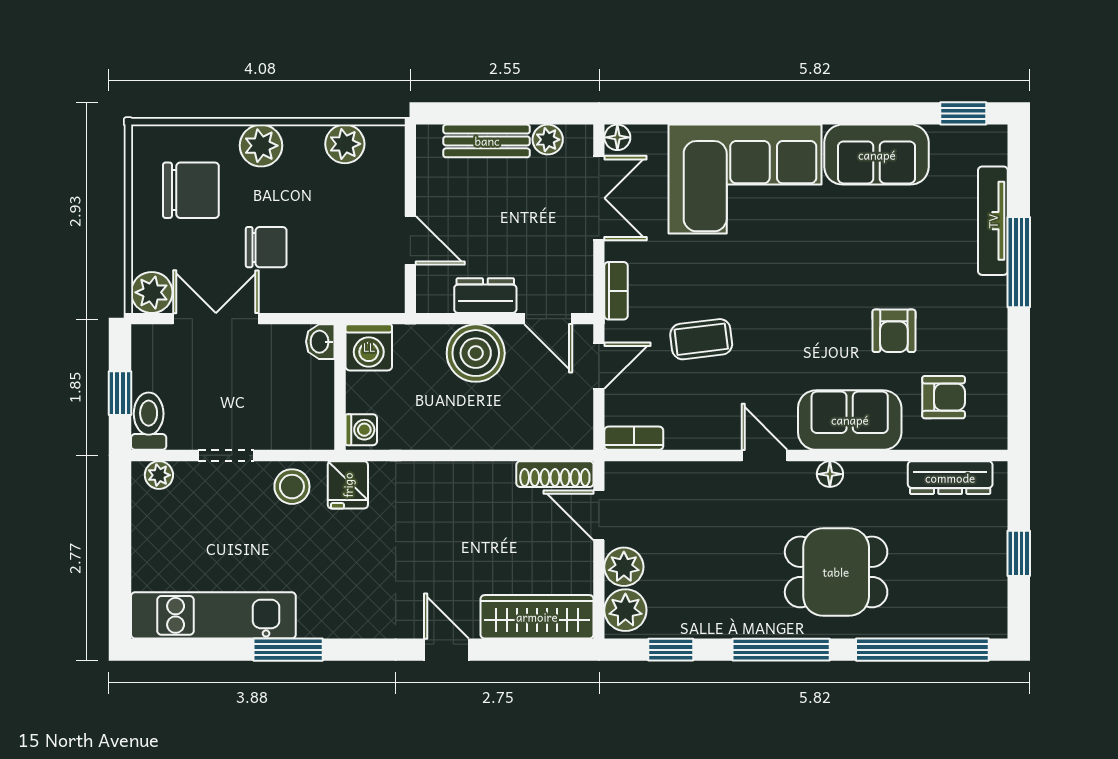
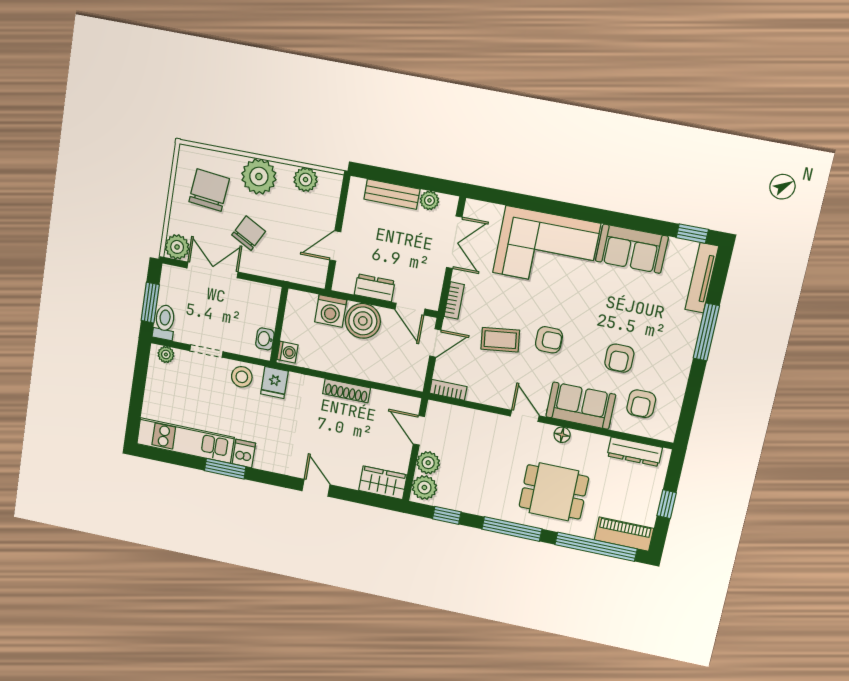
floor lamp: (617, 137) -> (473, 207), removed
plant: (261, 146) -> (259, 177), width x1.36, depth x1.36
chair: (191, 190) -> (209, 190), turned -84
tv unit: (993, 221) -> (702, 278), moved
door: (410, 240) -> (335, 246), swing flipped
chair: (266, 247) -> (249, 233), turned -62
armchair: (778, 324) -> (549, 340), added
washbasin: (320, 342) -> (265, 339), moved
washing machine: (369, 347) -> (331, 311), moved
window: (120, 393) -> (150, 303), width x1.50
armchair: (944, 397) -> (641, 404), turned 90
shoe rack: (555, 474) -> (346, 391), moved
dishwasher: (316, 617) -> (244, 453), added
wardrobe: (537, 617) -> (383, 483), width x0.67
piano: (962, 618) -> (624, 534), added

